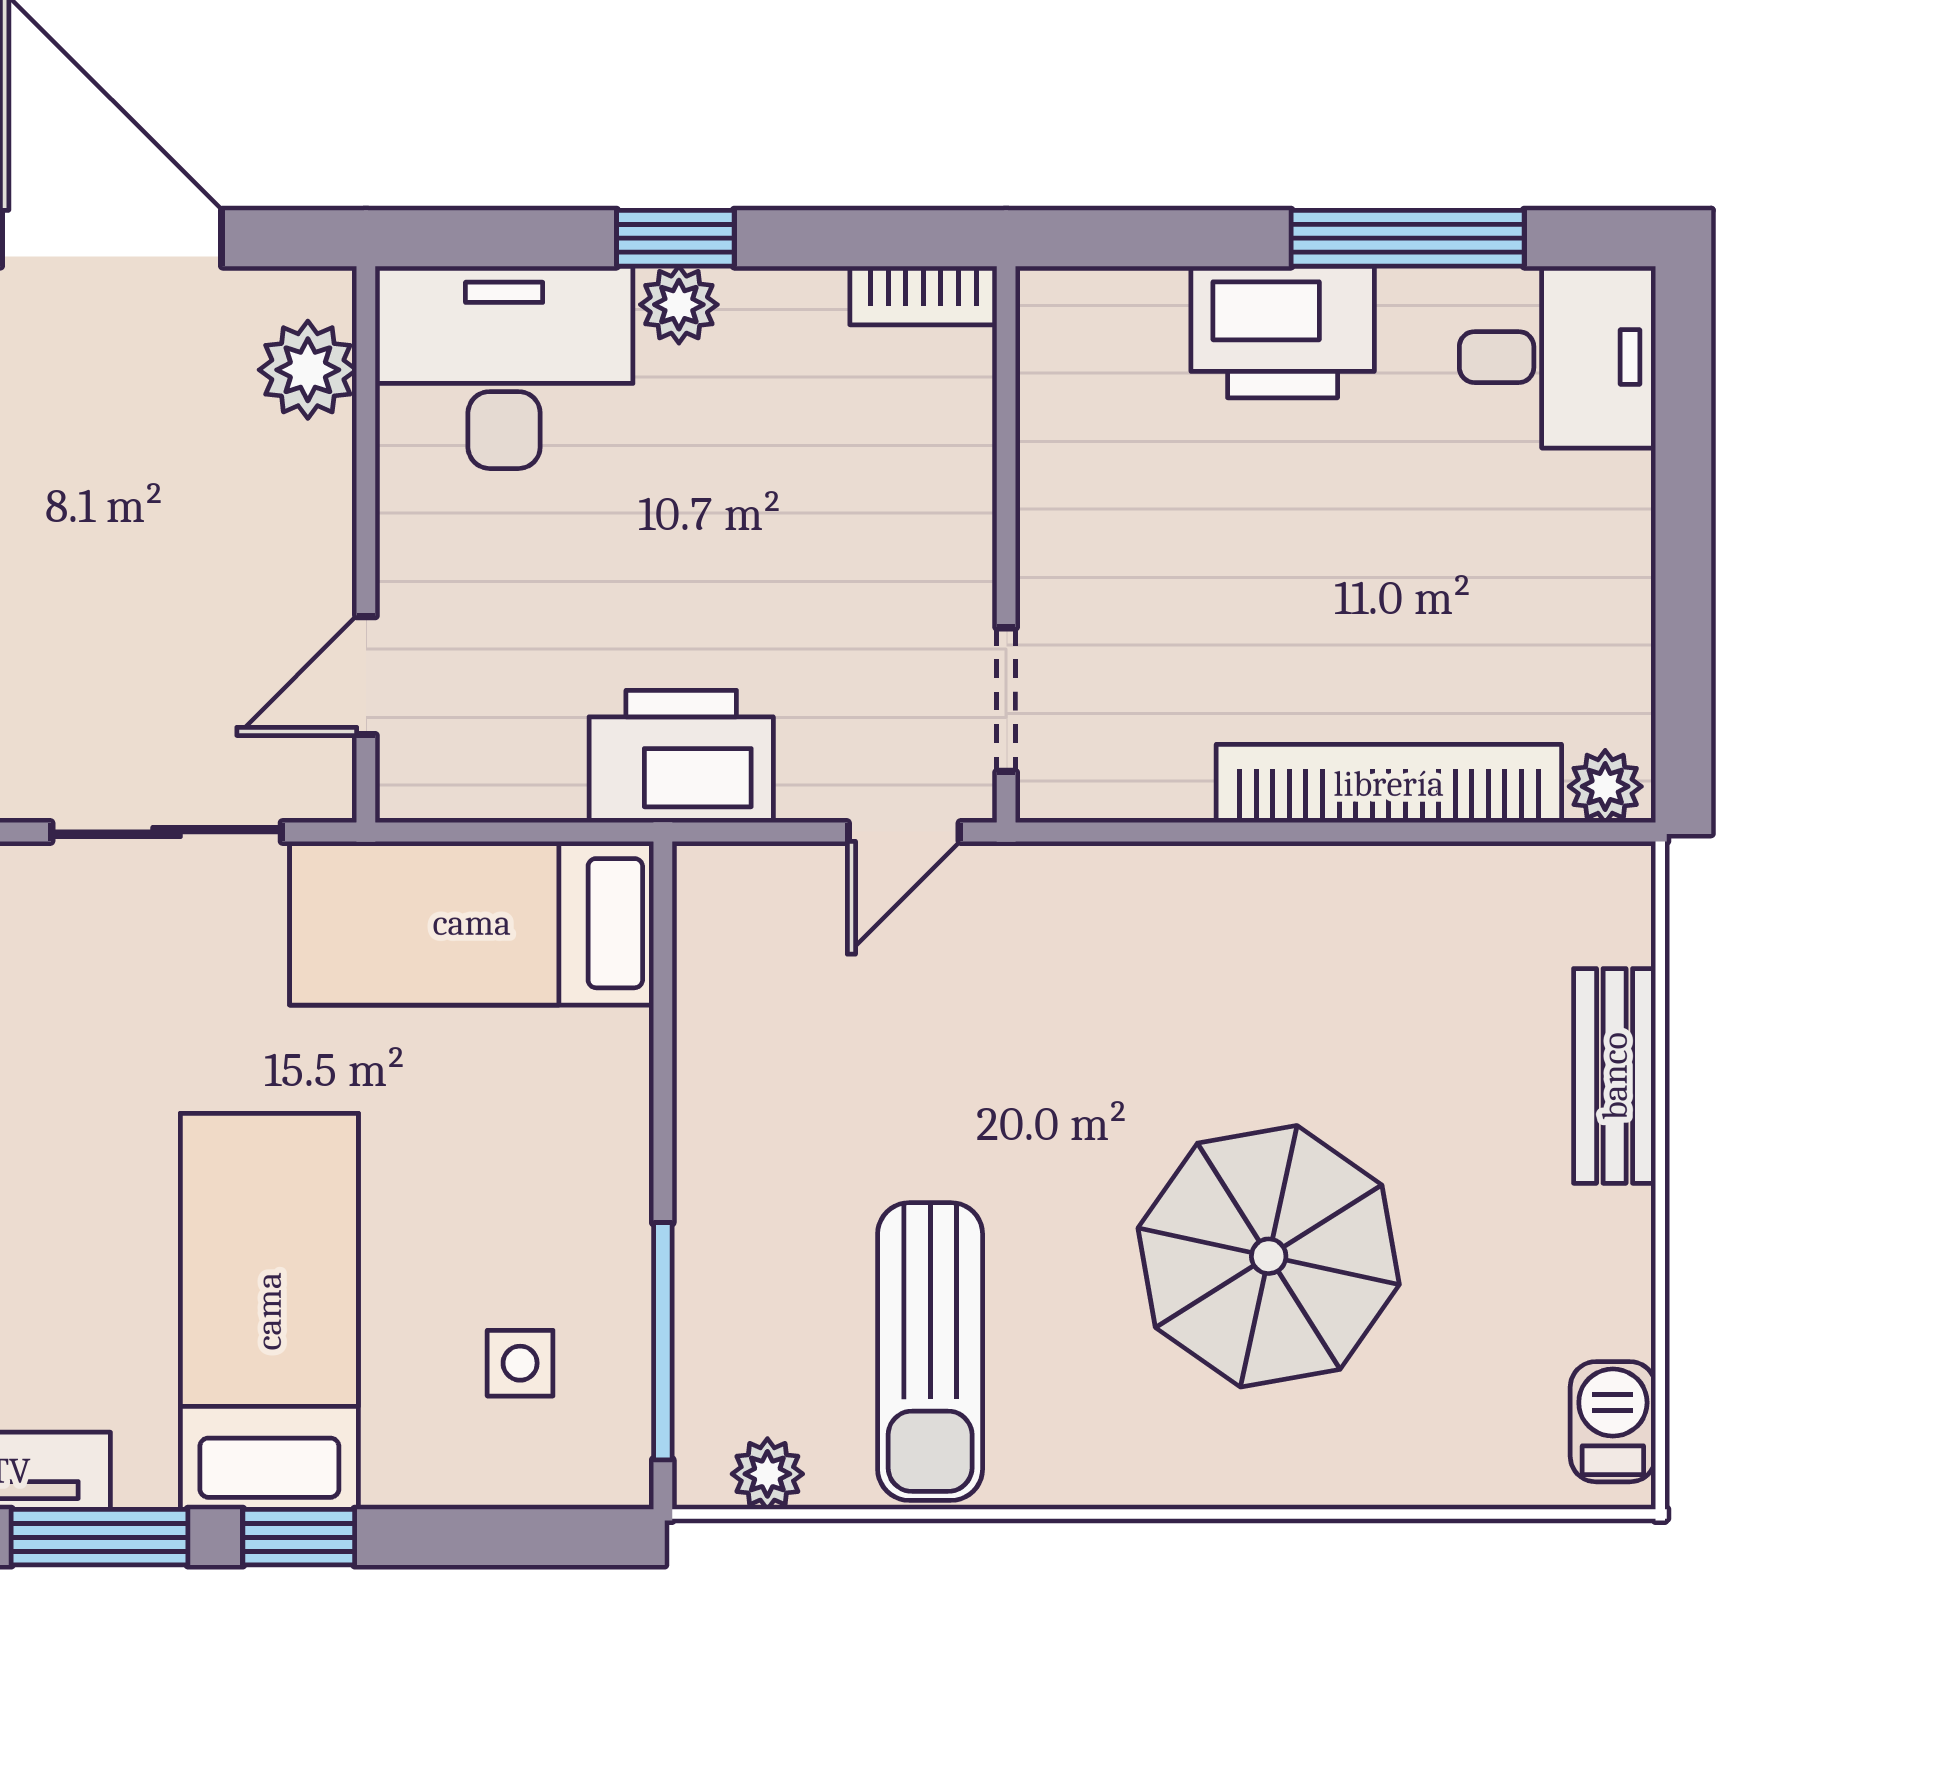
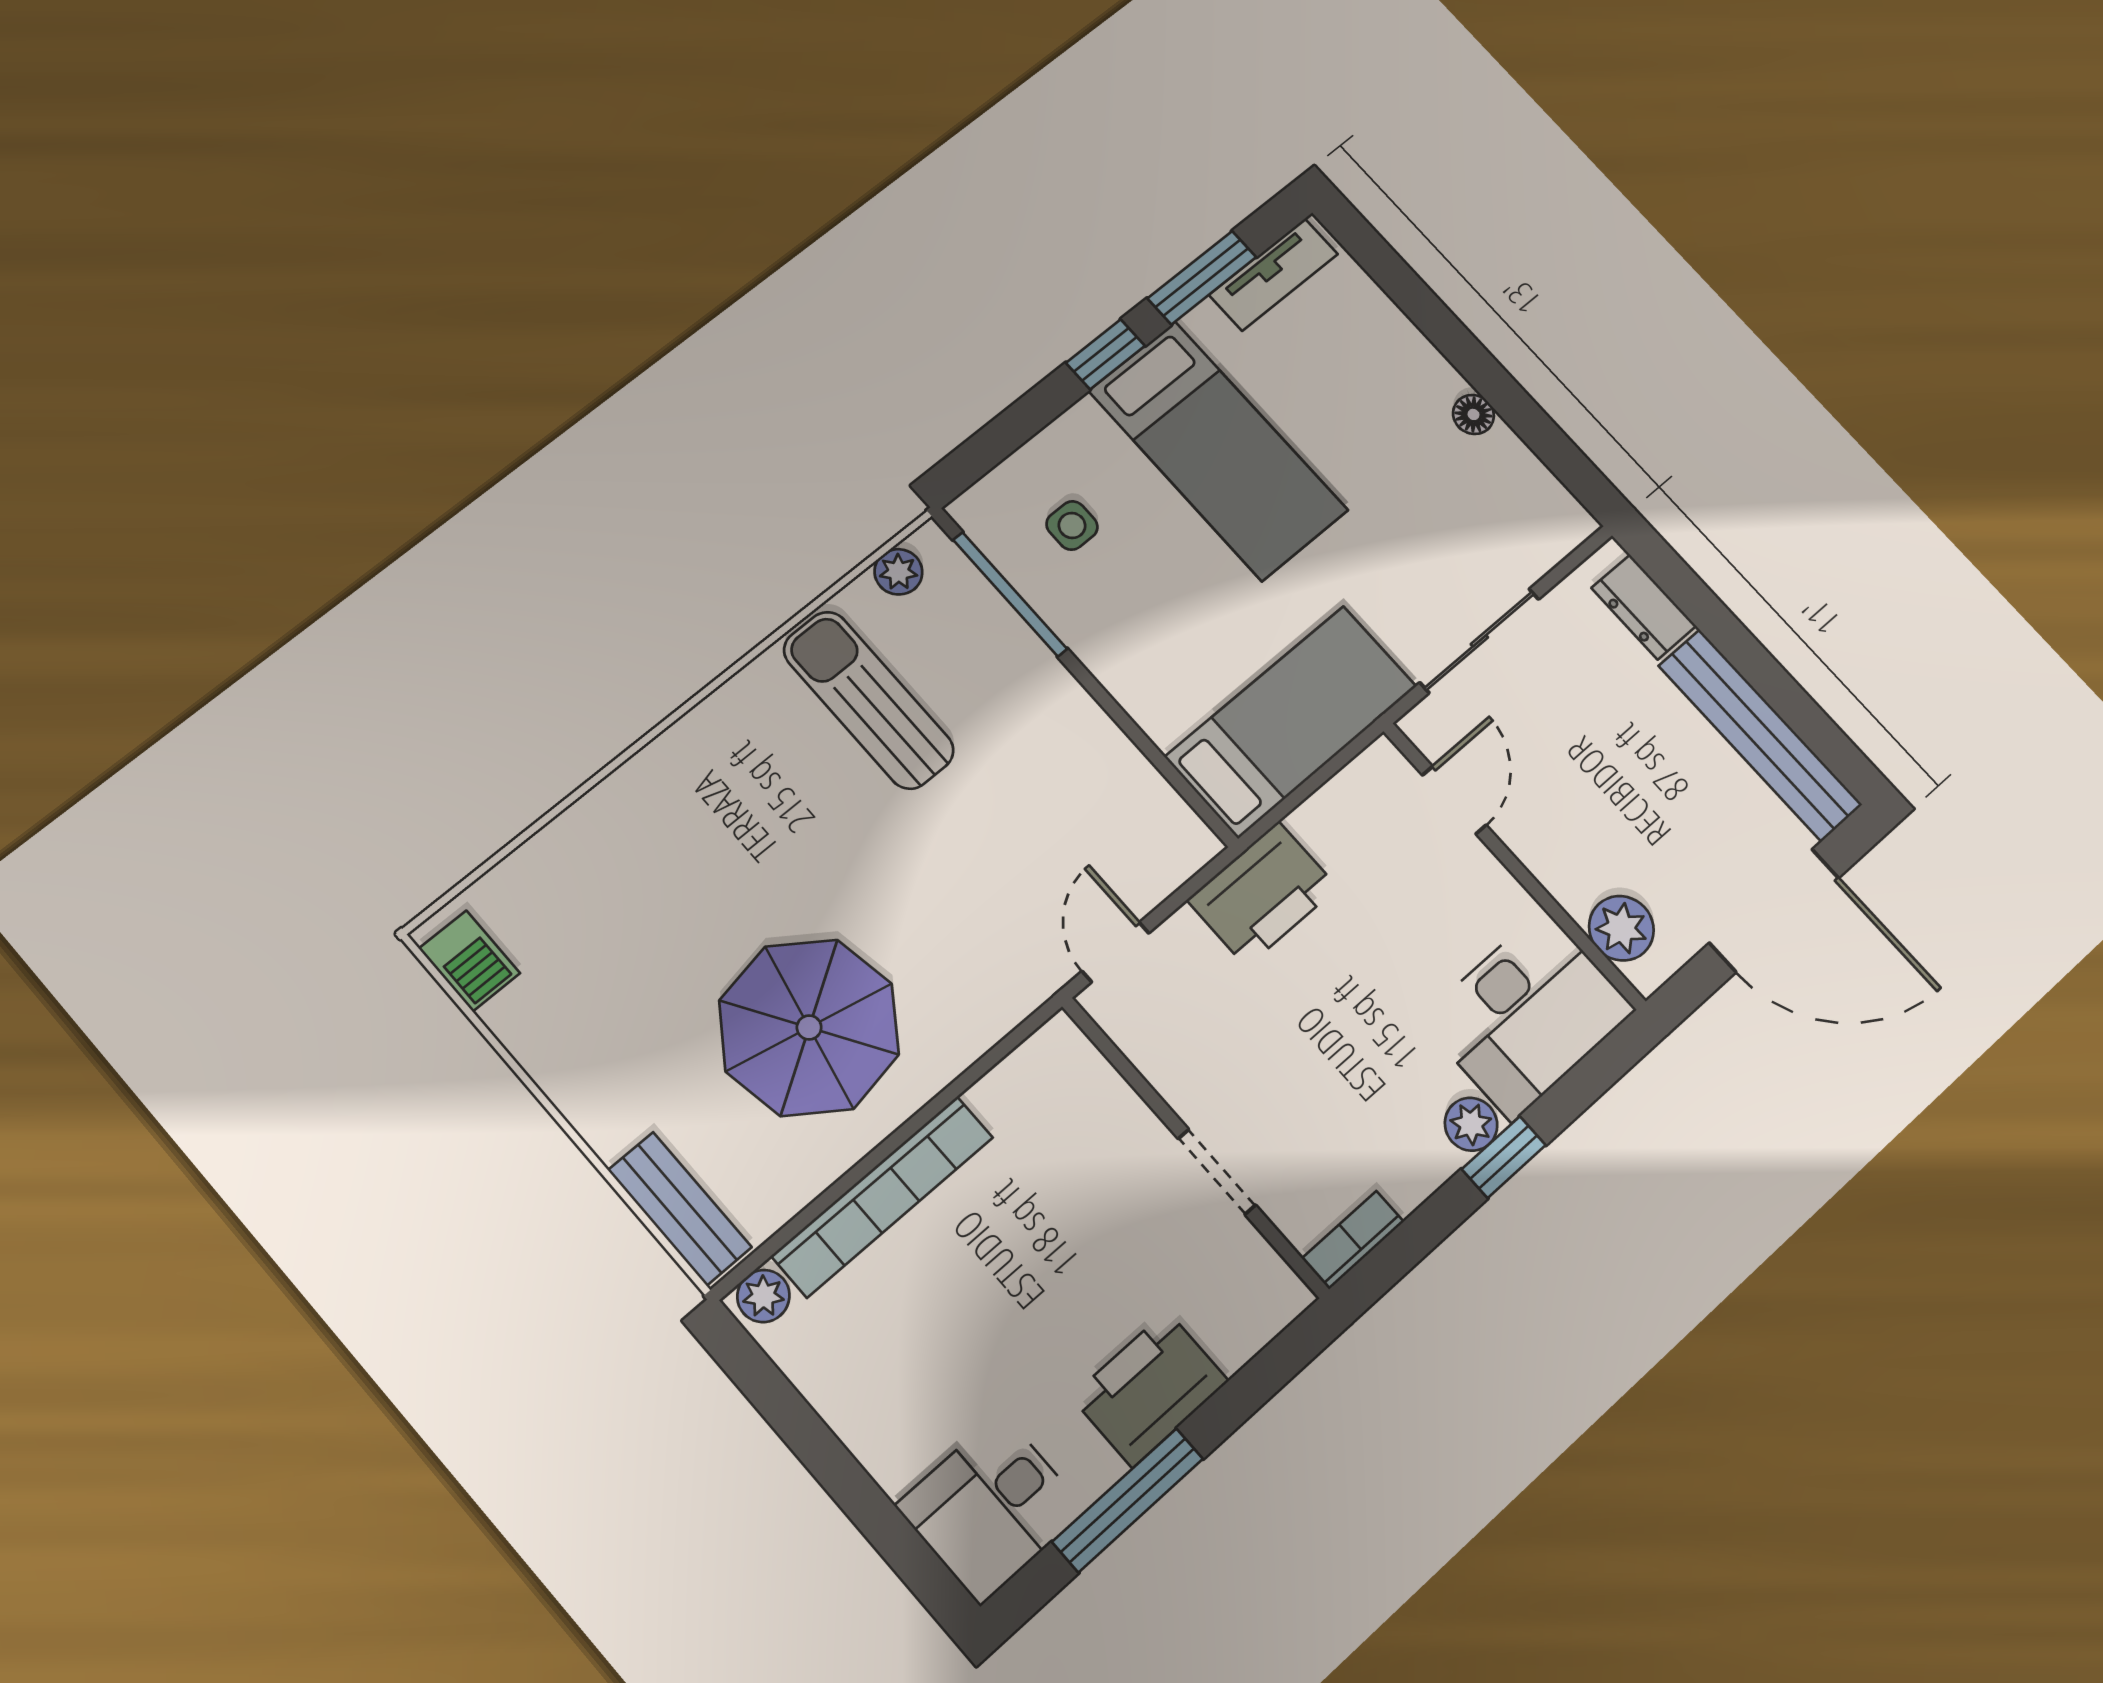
doorway: (1006, 700) -> (1217, 1172), moved
bench: (1615, 1076) -> (680, 1209), moved
parasol: (1269, 1256) -> (809, 1027), moved

